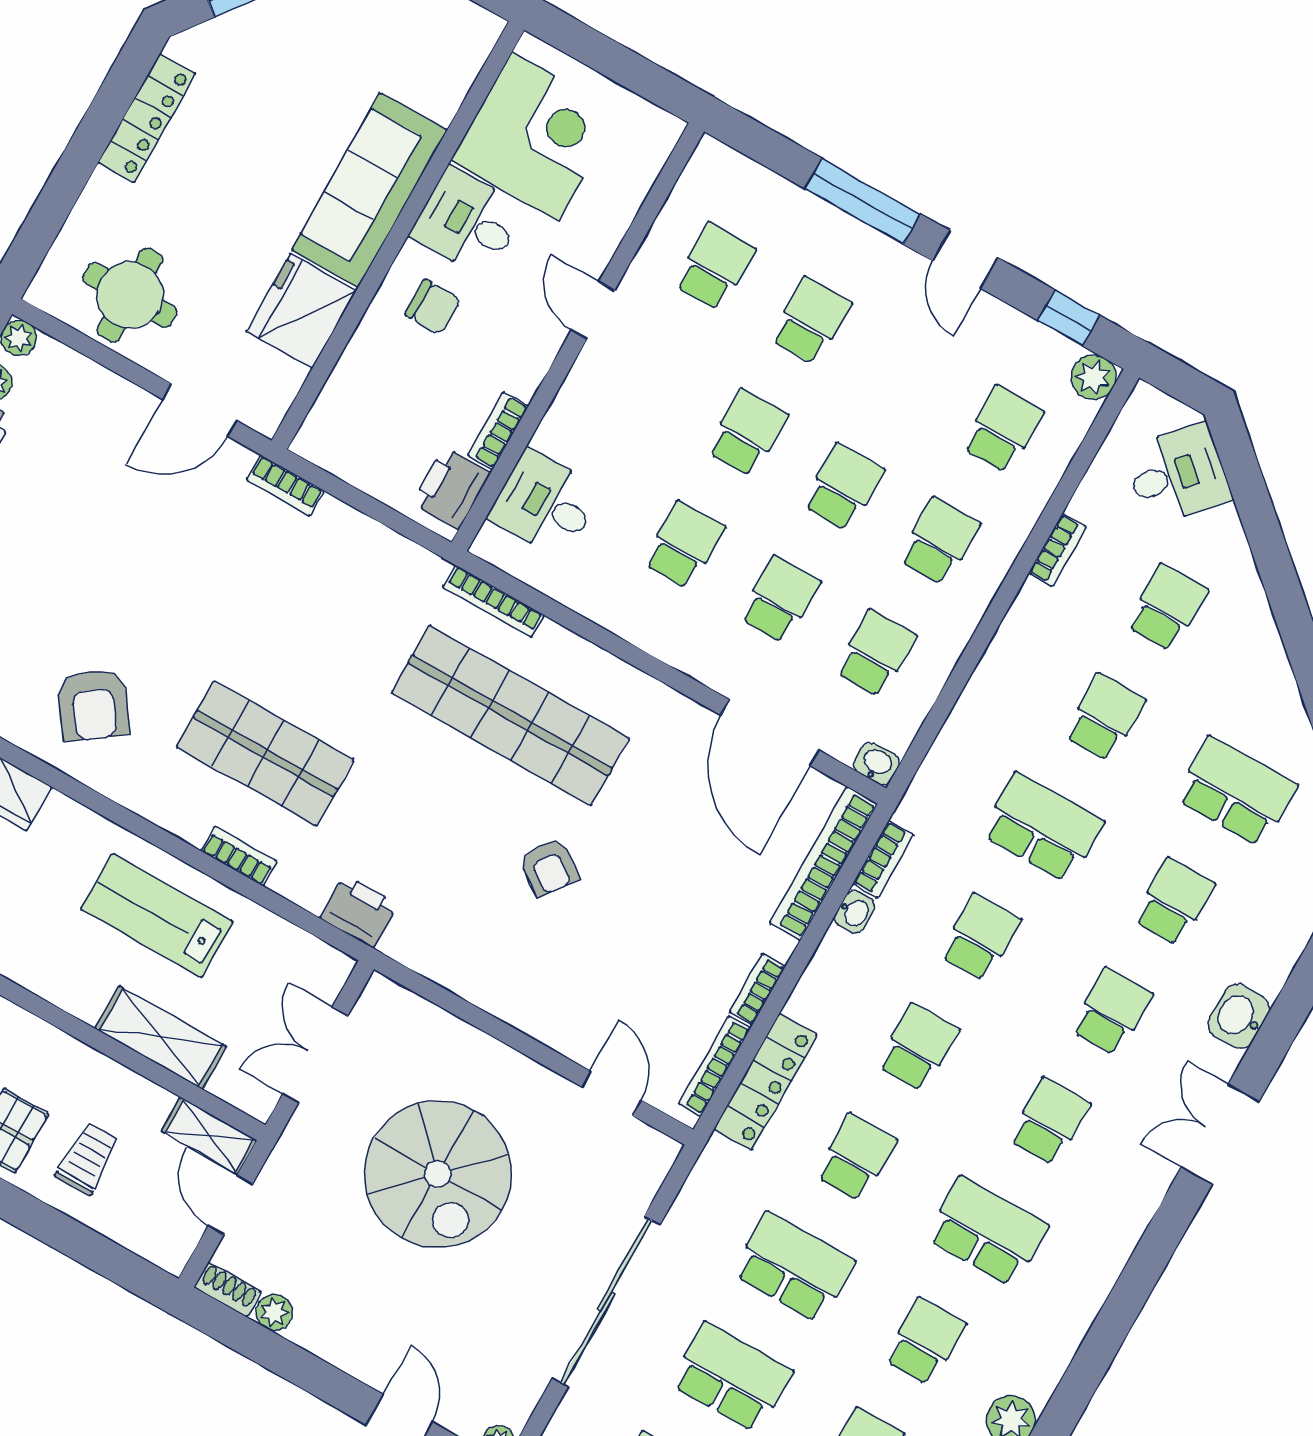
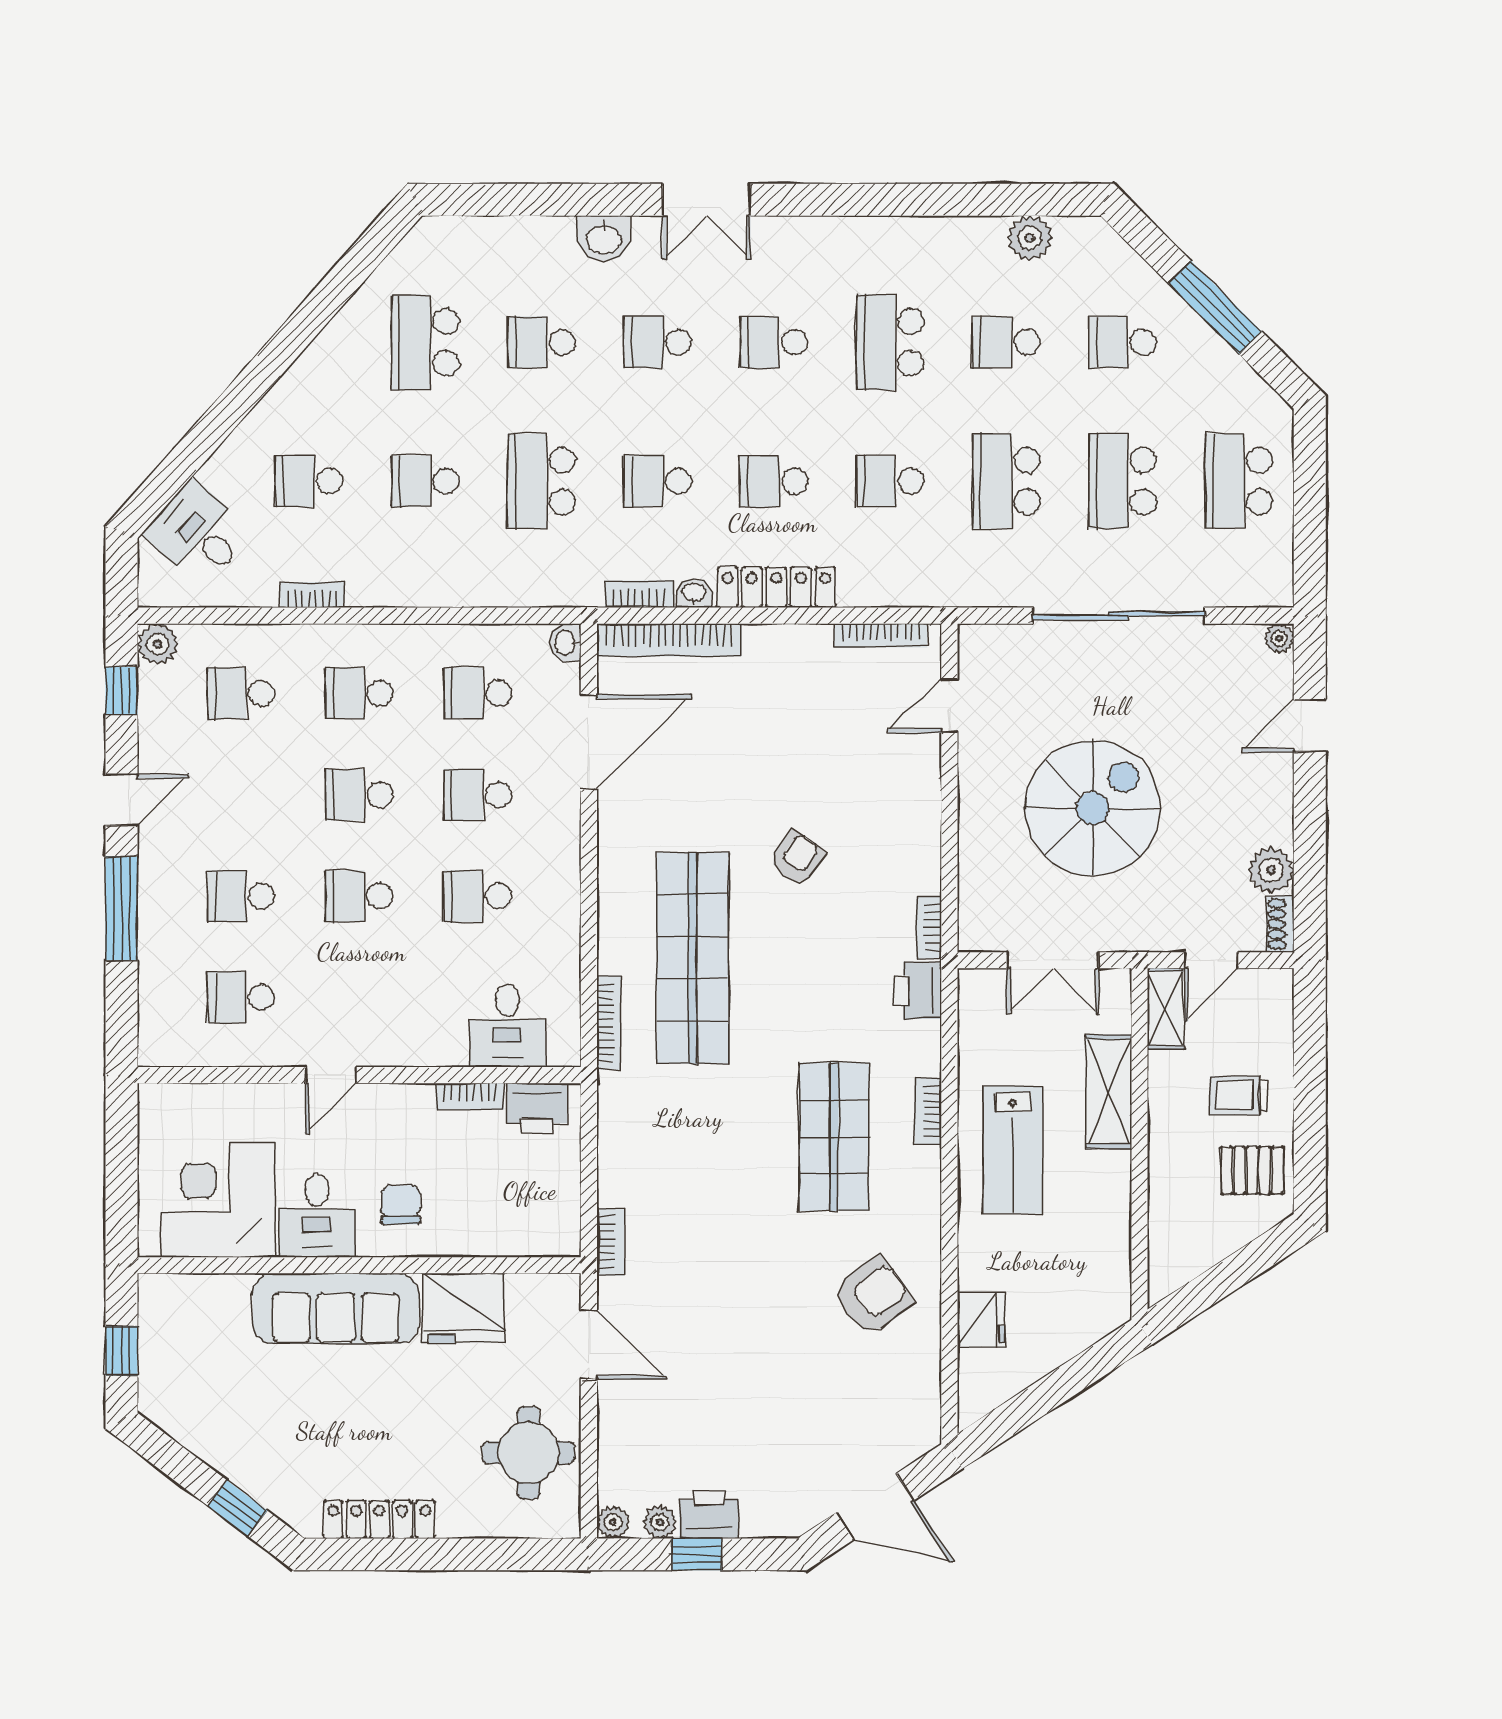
bookcase: (757, 989) -> (929, 928), moved, turned 90
locker: (766, 1082) -> (776, 587), moved
plant: (274, 1312) -> (1271, 870), width x1.38, depth x1.38

